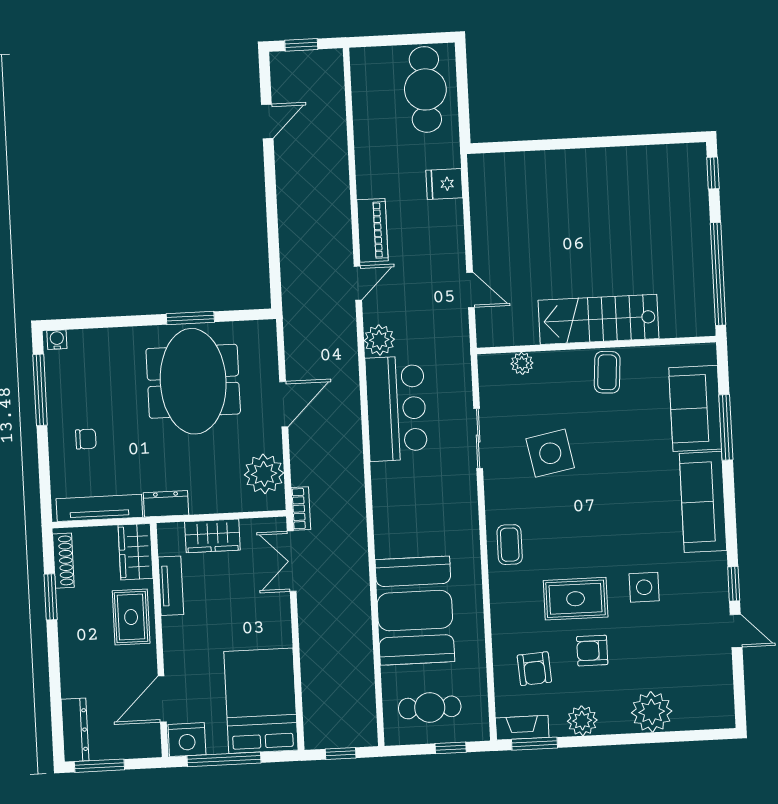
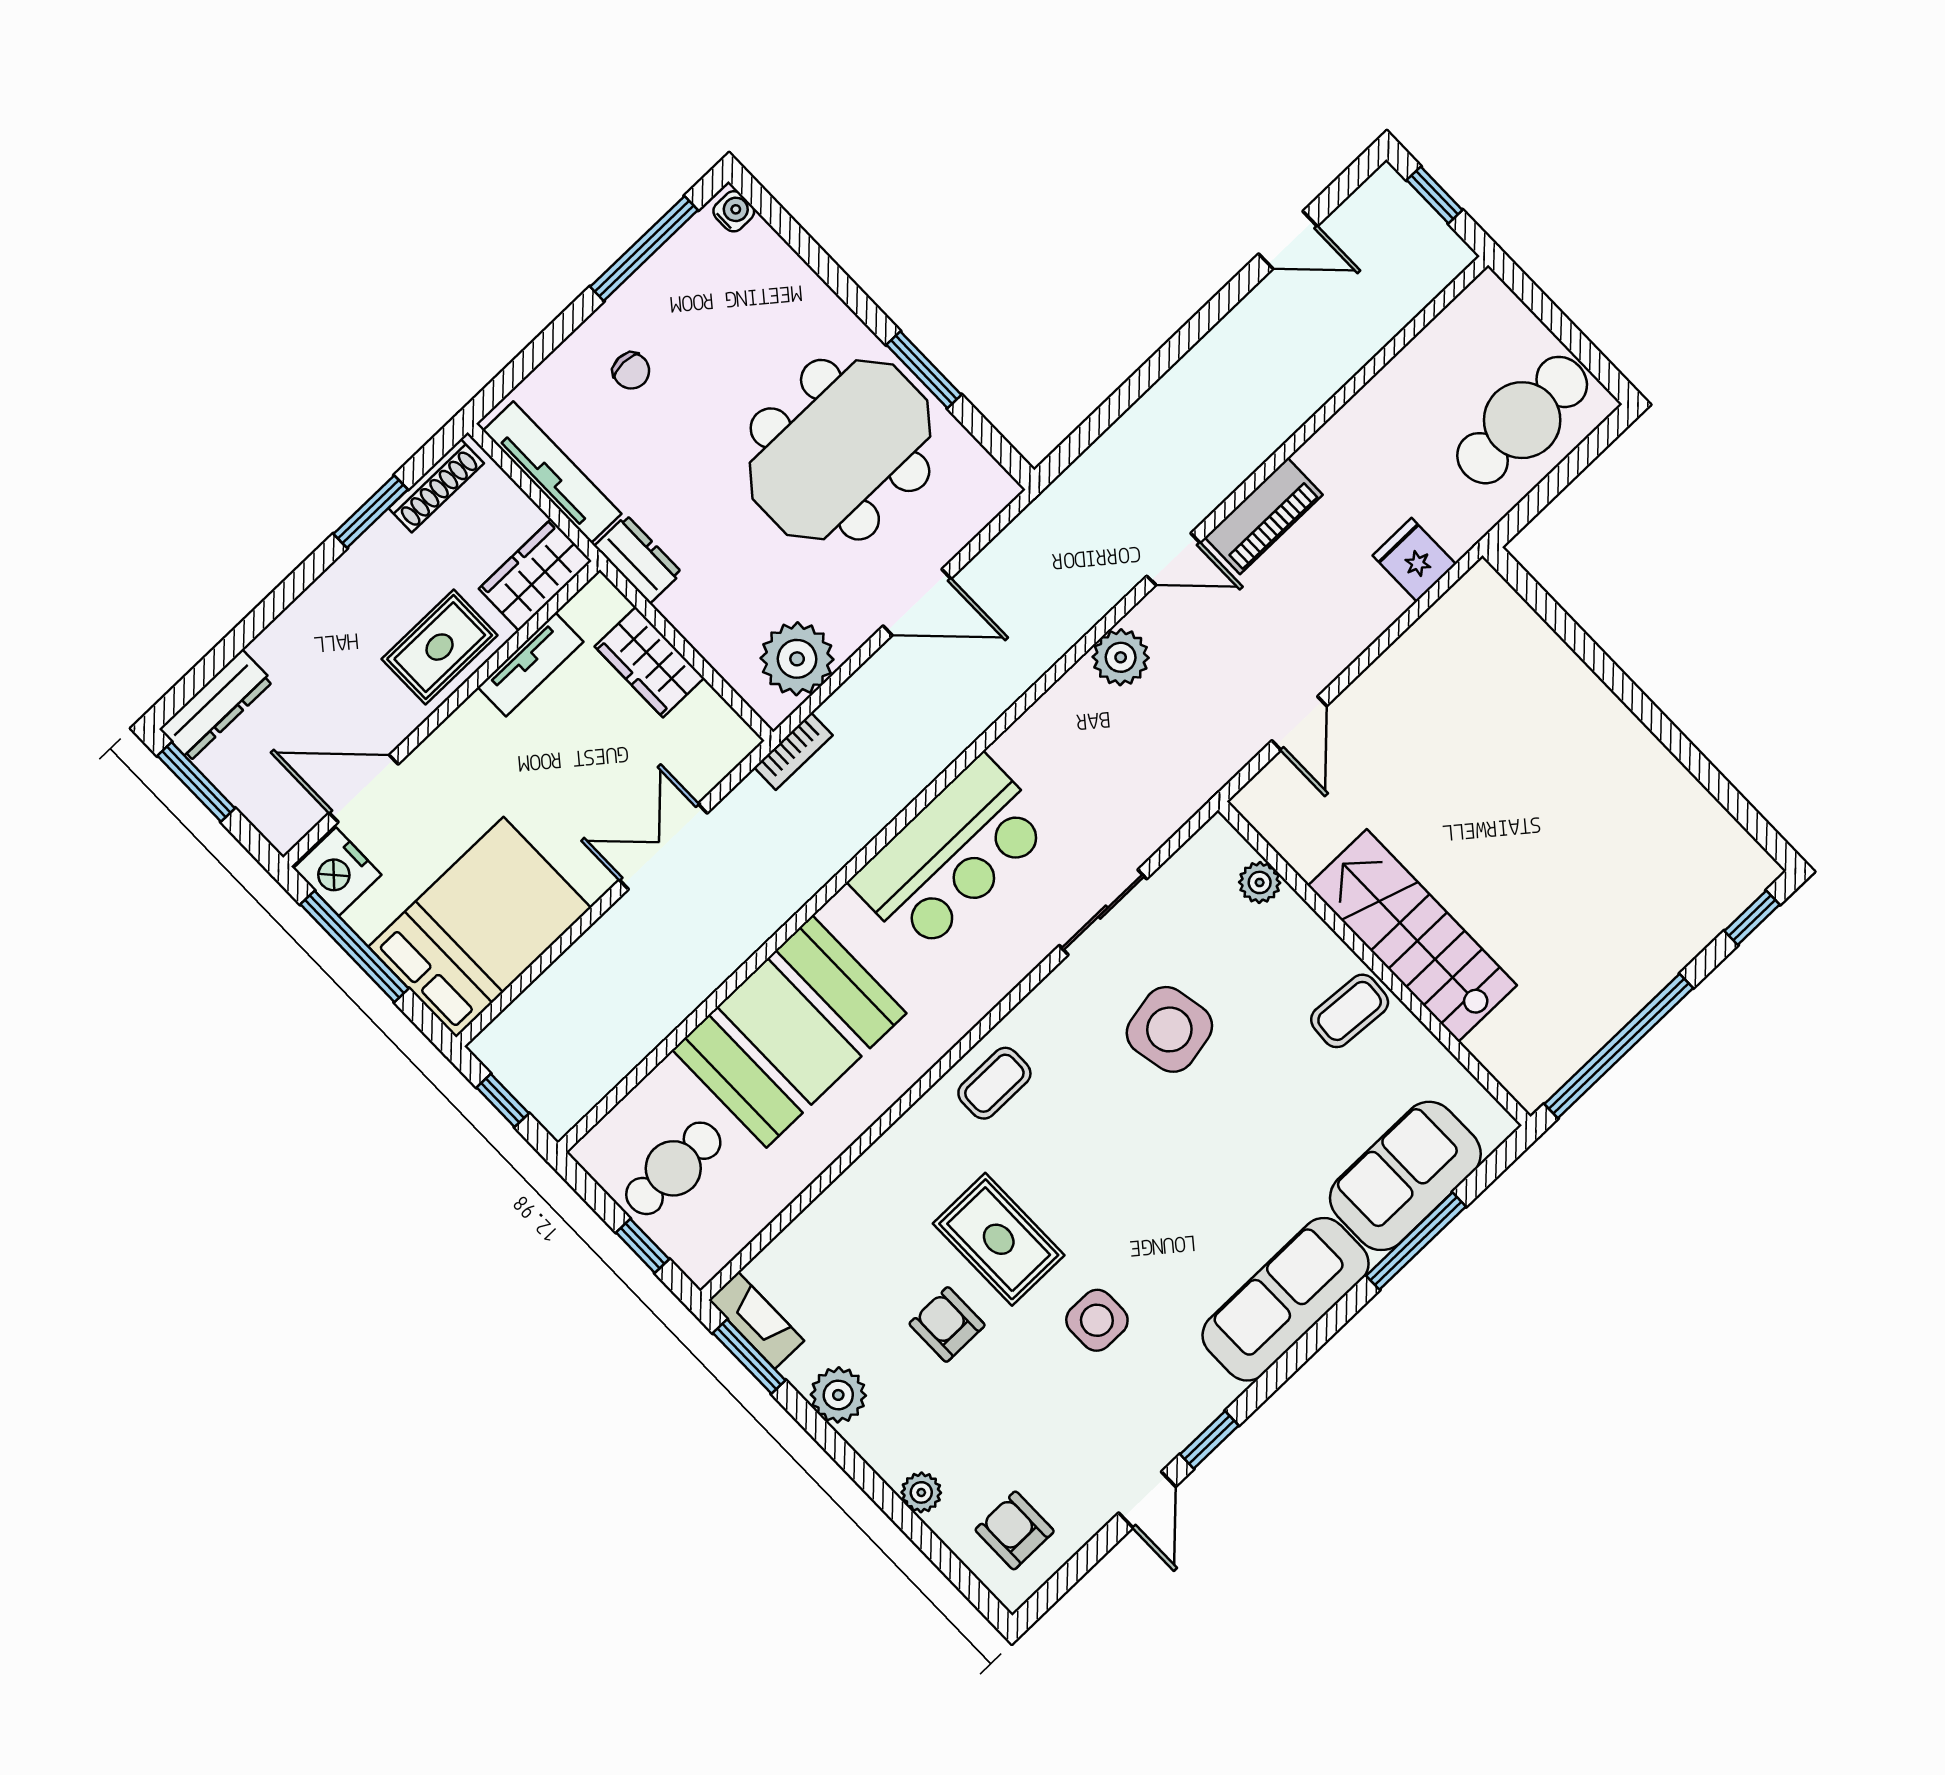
bar counter: (396, 409) -> (951, 854), moved
double door: (292, 561) -> (663, 847), moved
armchair: (534, 669) -> (1015, 1530), moved, turned 94
cafe table: (430, 707) -> (673, 1168), turned 90
plant: (652, 712) -> (921, 1492), width x0.53, depth x0.53

